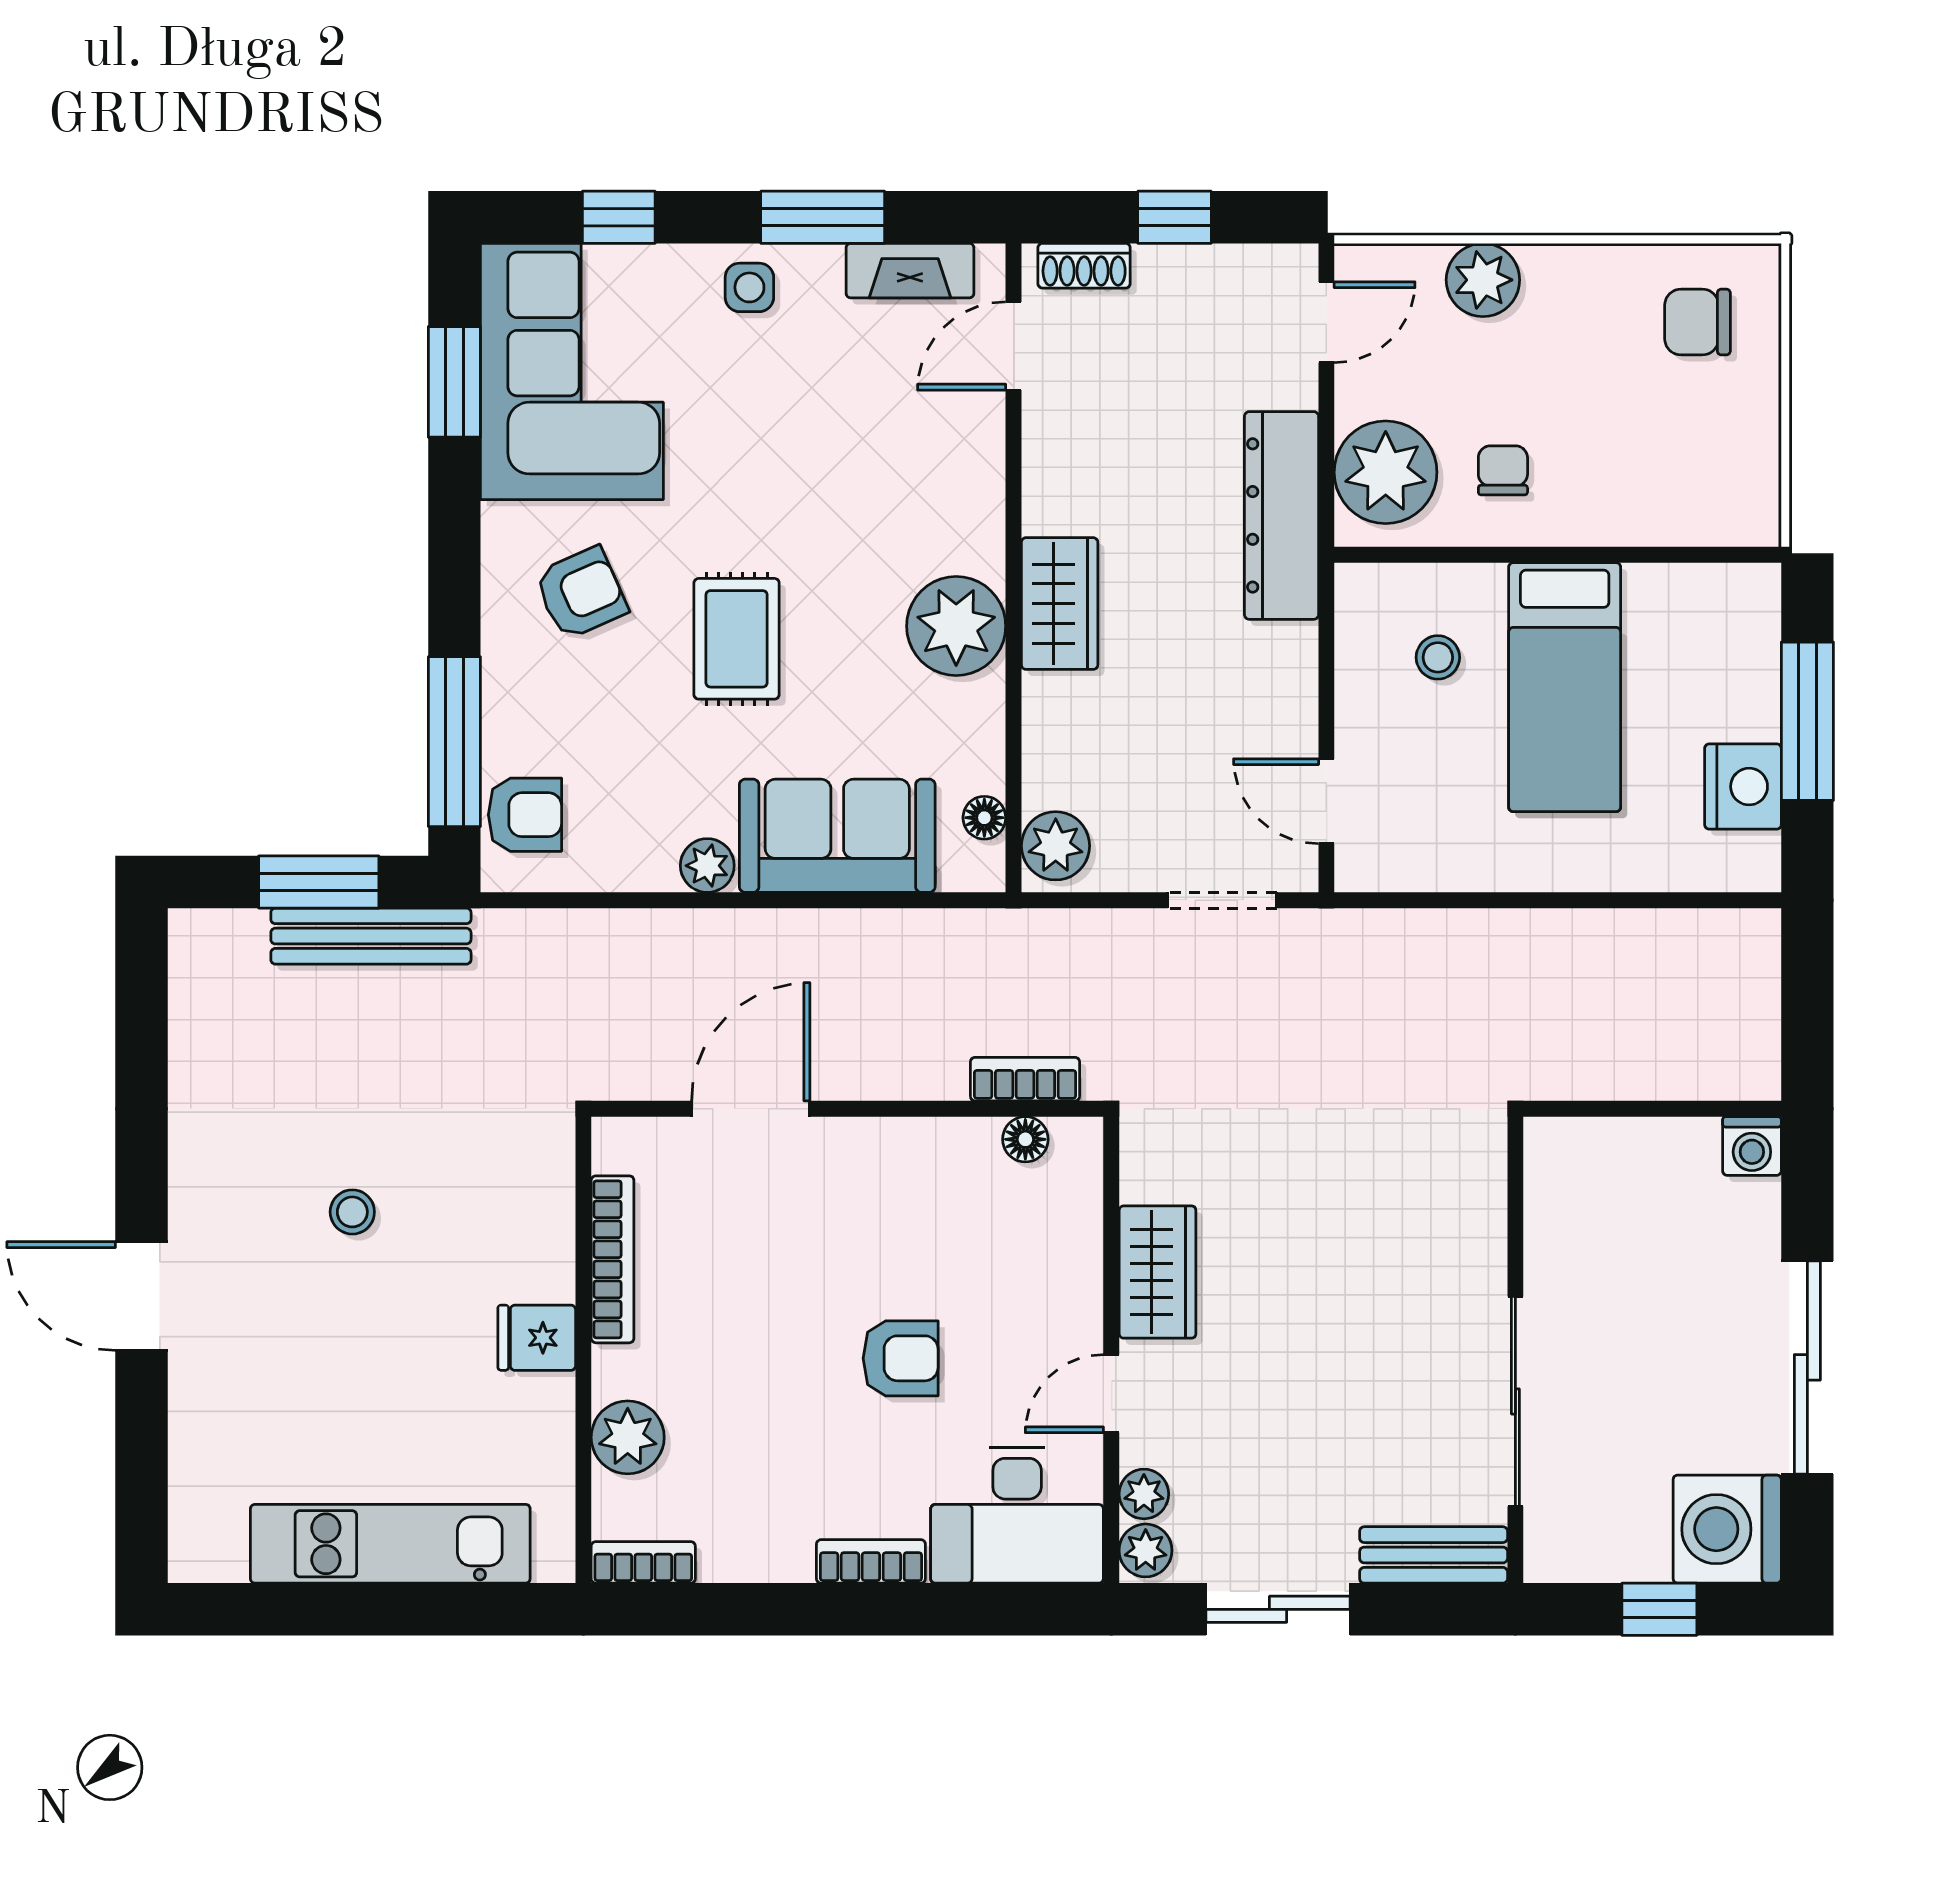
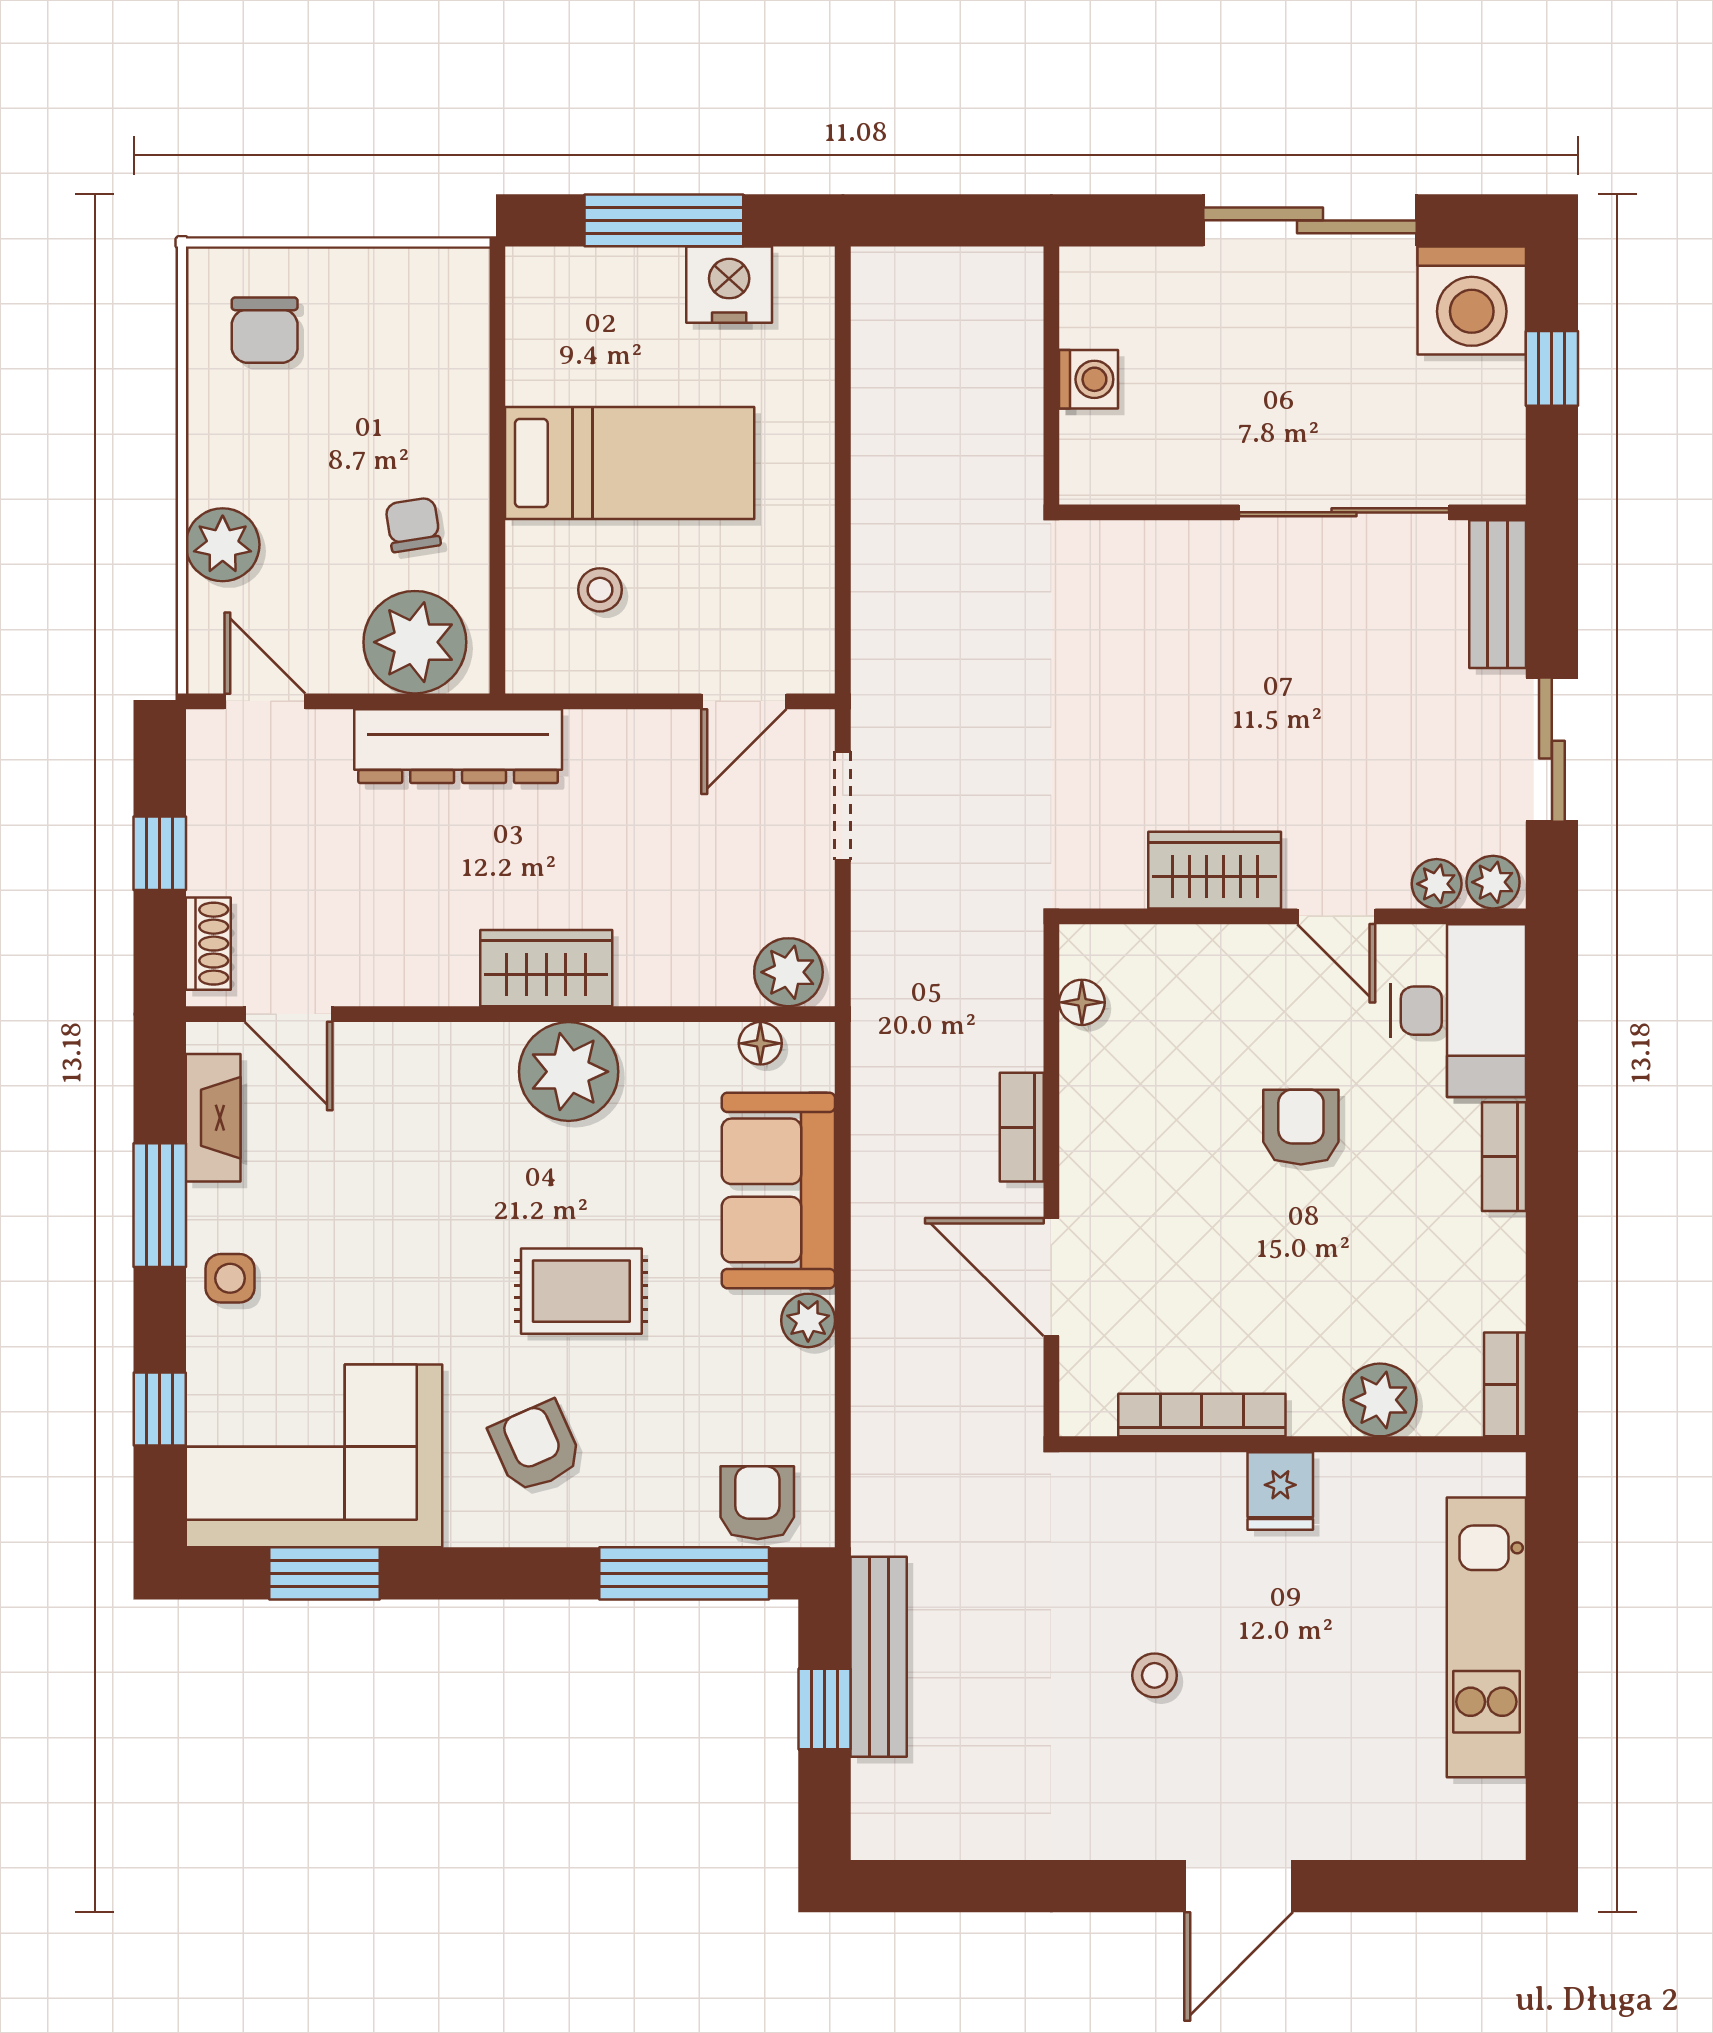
chair: (1503, 470) -> (413, 525), turned 81
window: (319, 882) -> (825, 1709), width x0.67
bookcase: (1025, 1079) -> (1022, 1127), moved
washing machine: (1752, 1146) -> (1089, 379), moved

